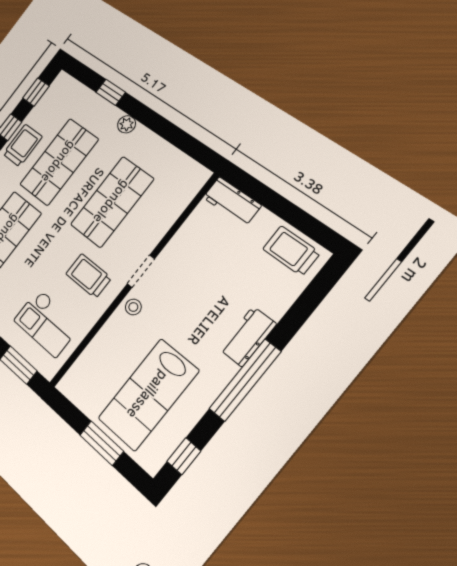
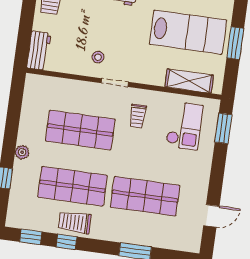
trolley: (89, 276) -> (138, 116), width x0.73, depth x0.72
stool: (133, 307) -> (98, 57), moved
shelving: (91, 359) -> (189, 81), added

